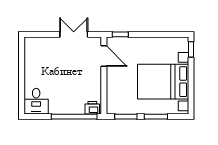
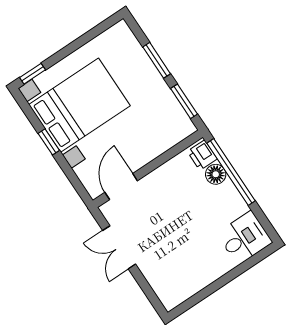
window: (120, 34) -> (49, 142), moved
bed with nightstands: (163, 82) -> (79, 105), moved, turned -90
floor lamp: (78, 108) -> (216, 174), added

